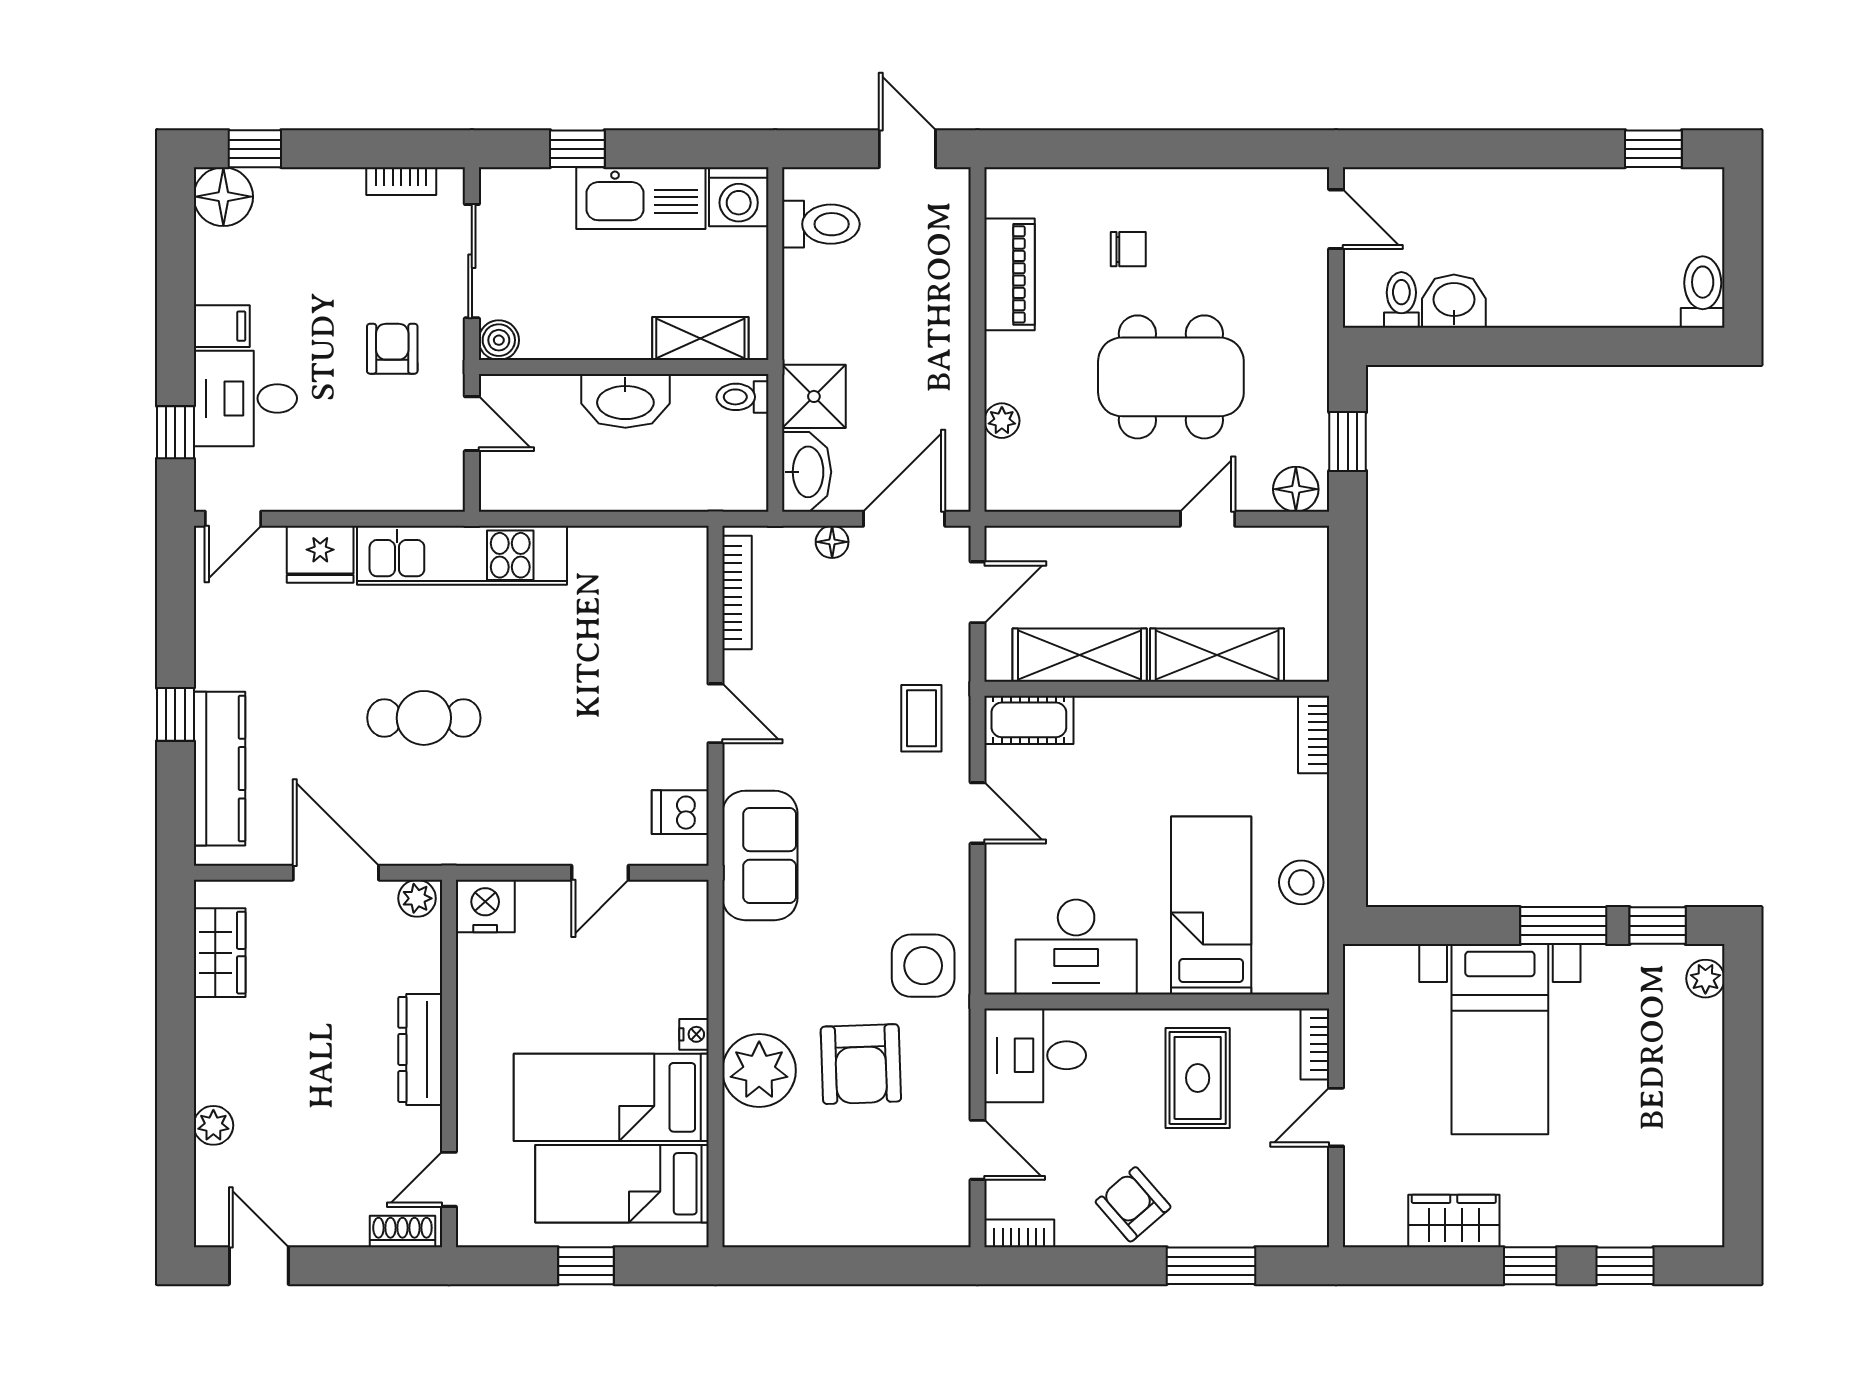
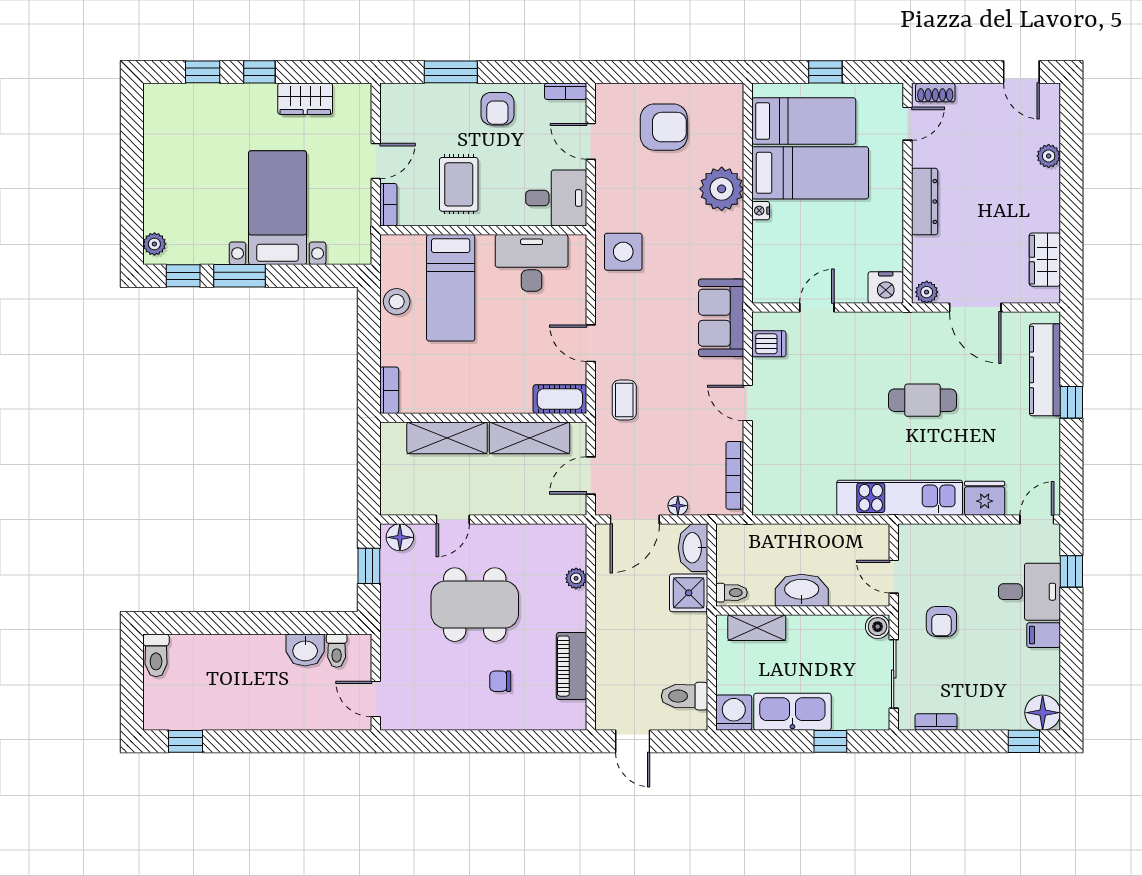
armchair: (861, 1064) -> (664, 127), moved, turned 92
armchair: (1133, 1204) -> (497, 109), turned 41

